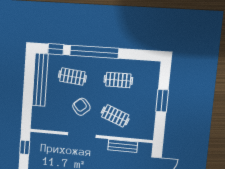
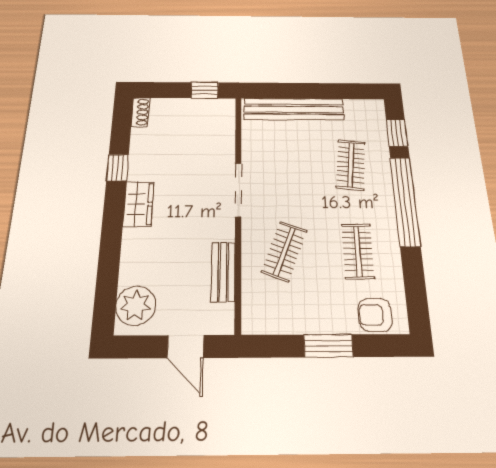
bench: (40, 80) -> (294, 109), moved
armchair: (81, 107) -> (375, 315), moved, turned -139

